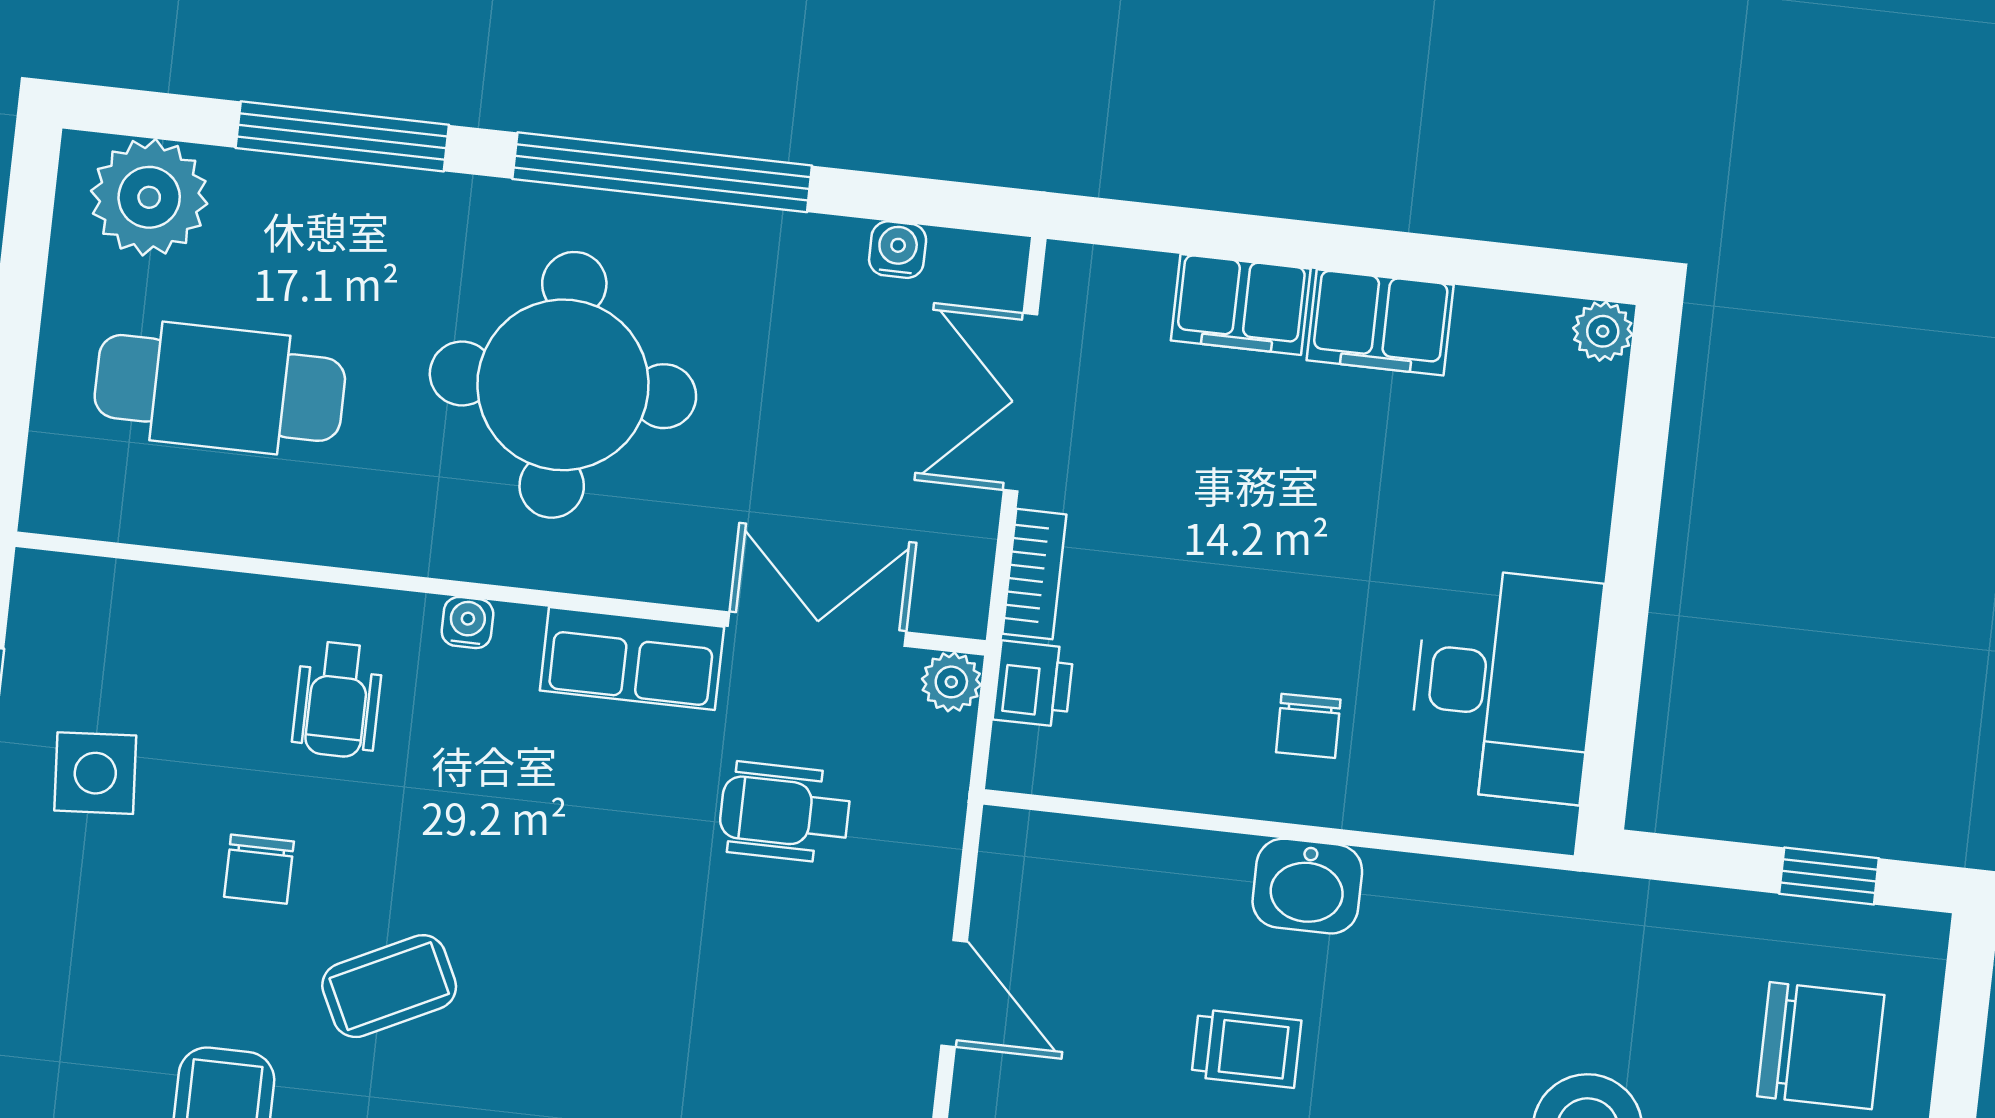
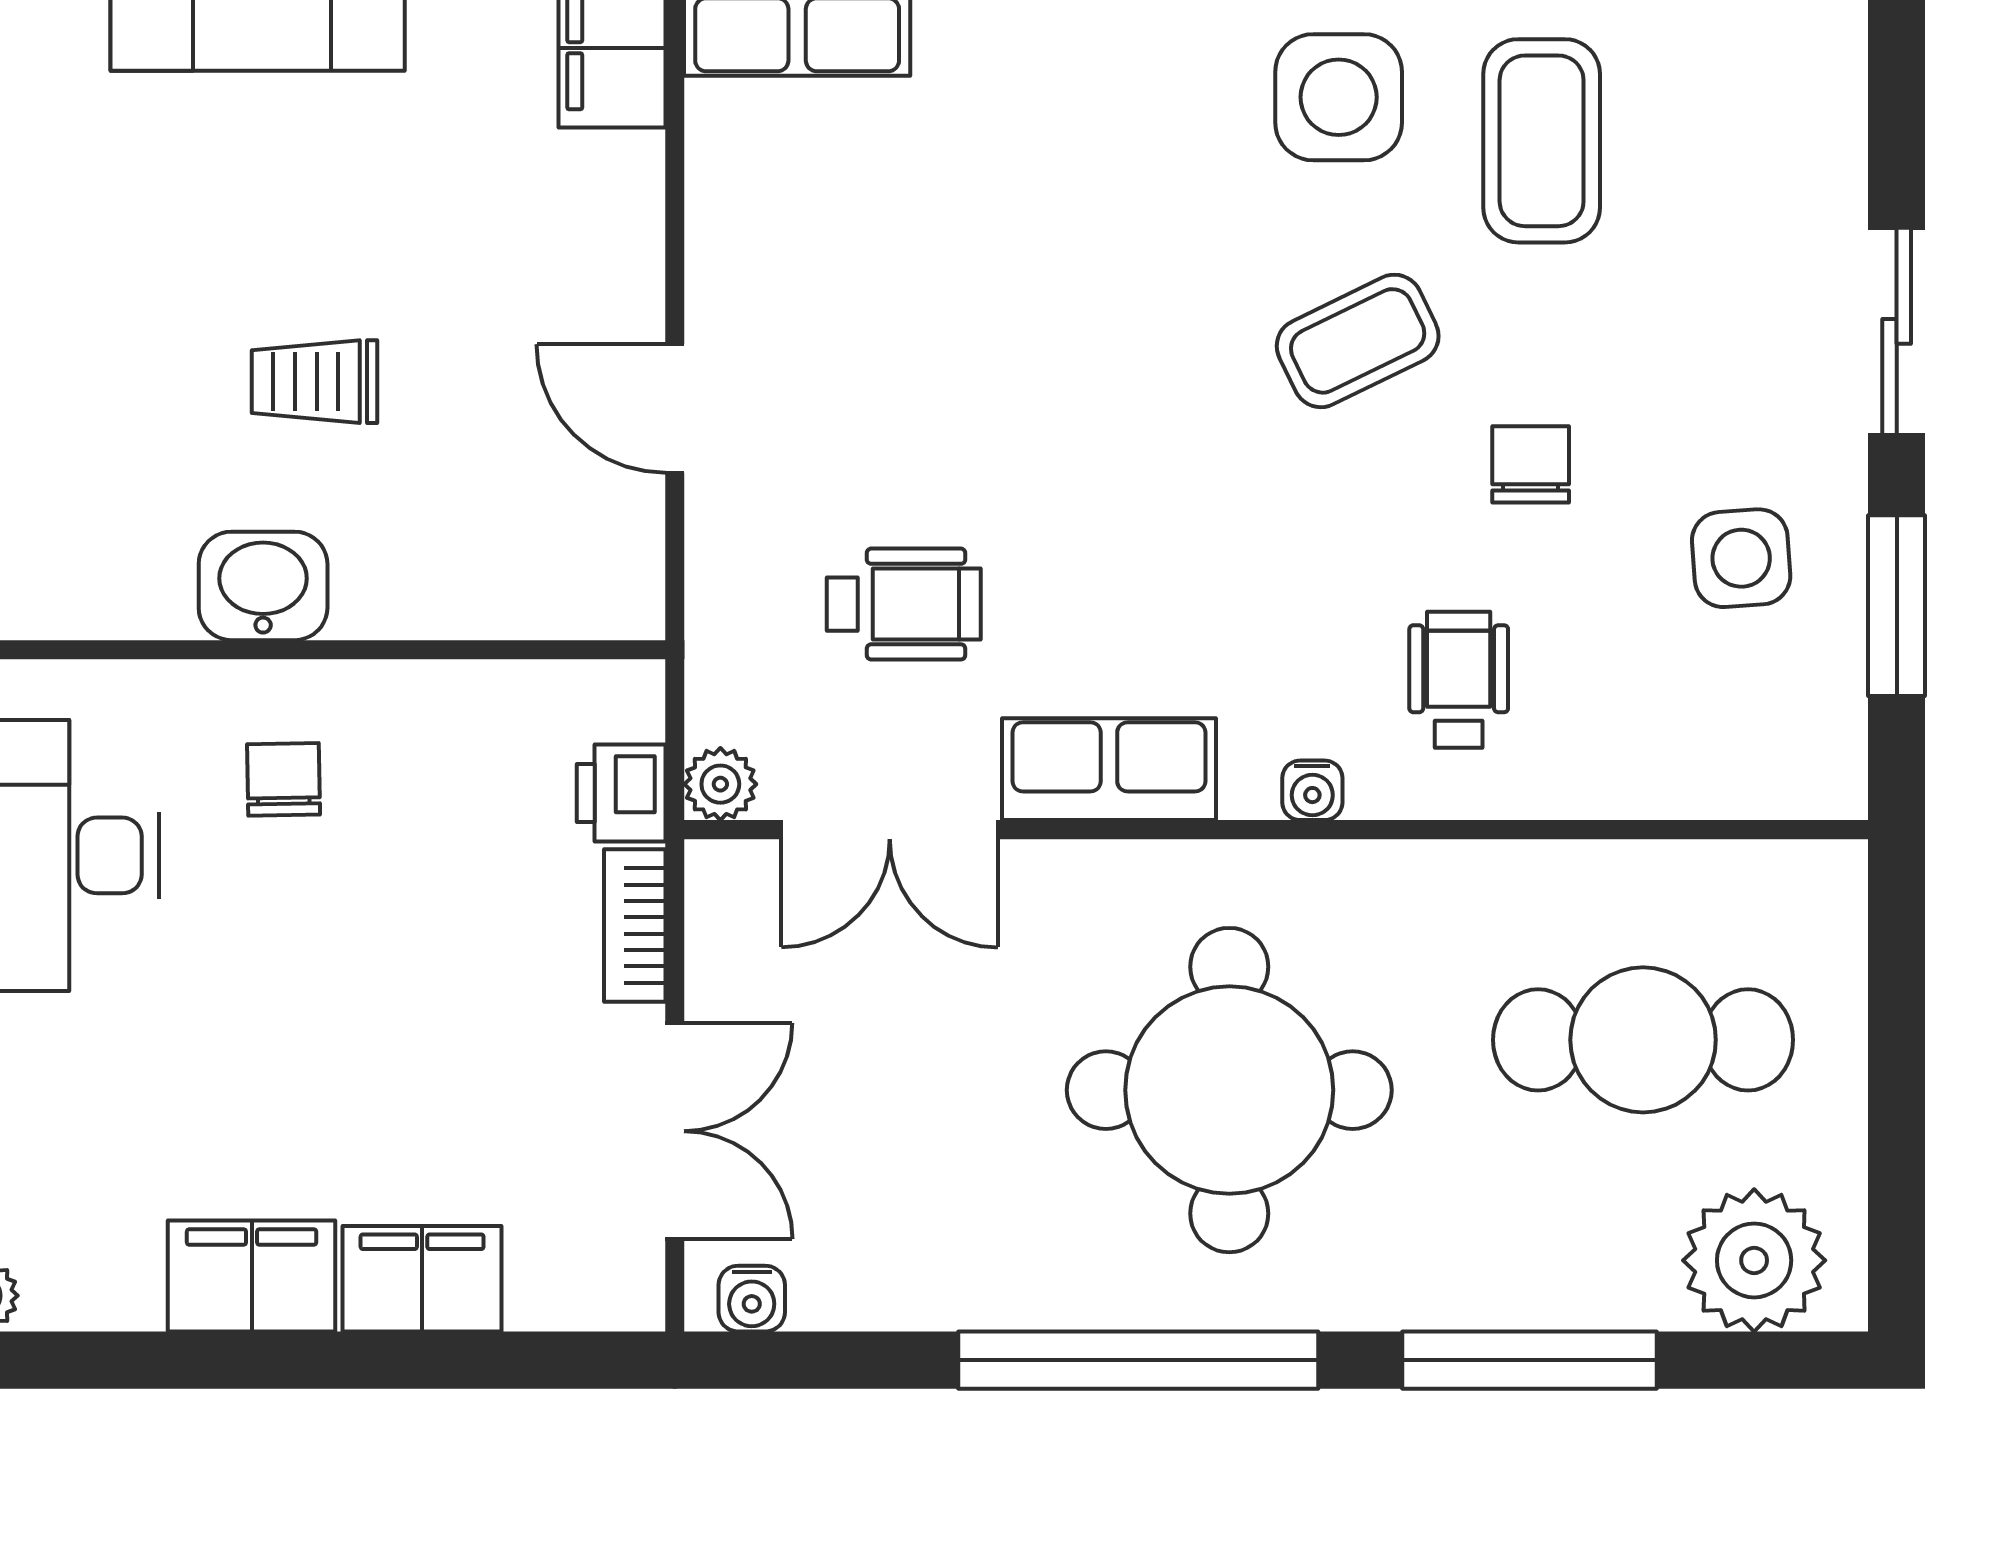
water cooler: (898, 250) -> (752, 1299), moved

